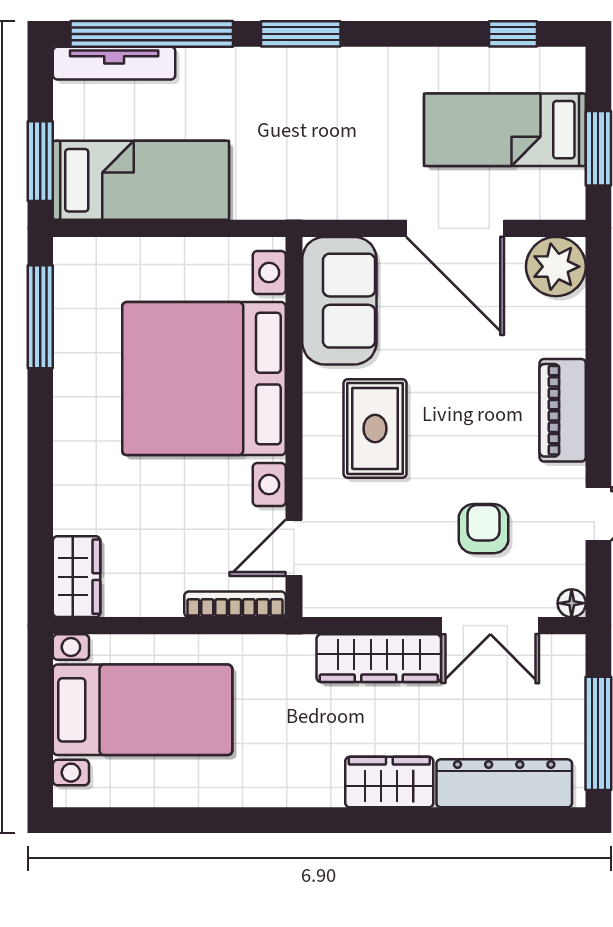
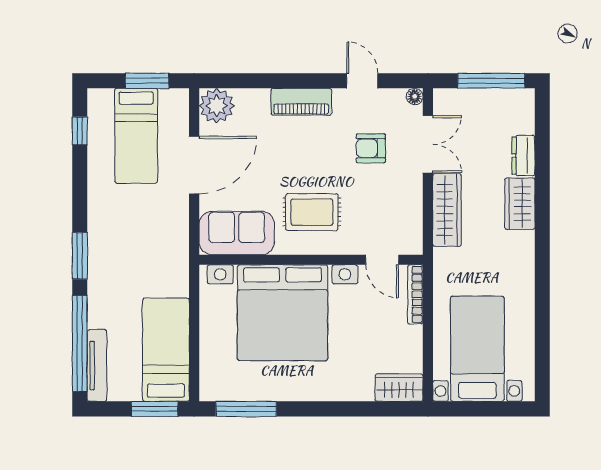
dresser: (504, 783) -> (523, 156), width x0.51, depth x0.80

